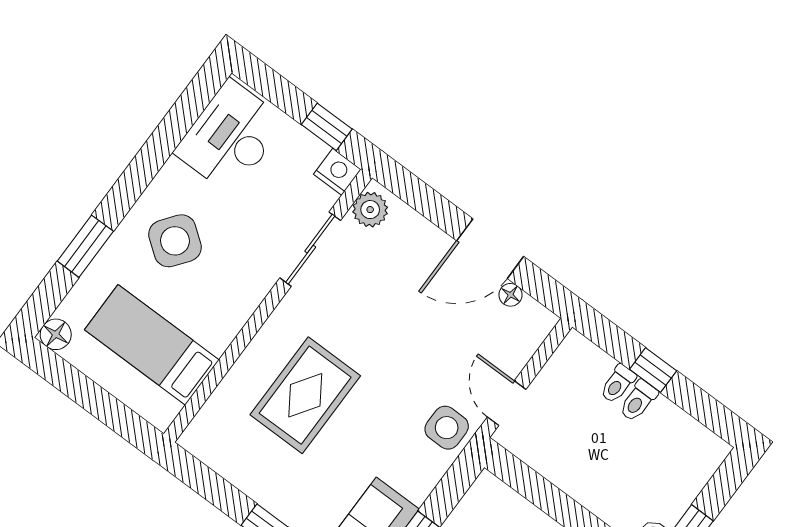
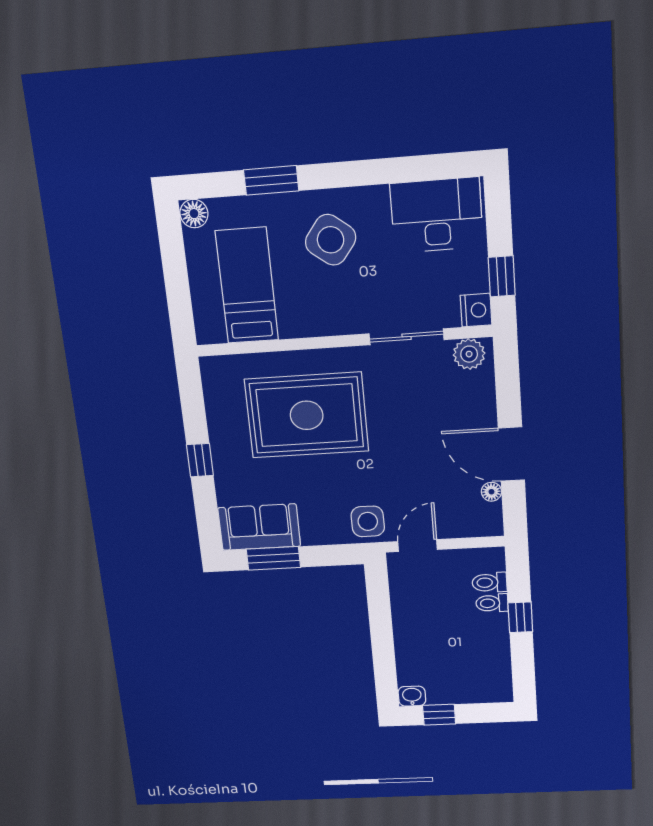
rug: (305, 395) -> (307, 415), width x1.37, depth x1.44
toilet: (638, 401) -> (490, 582), moved

